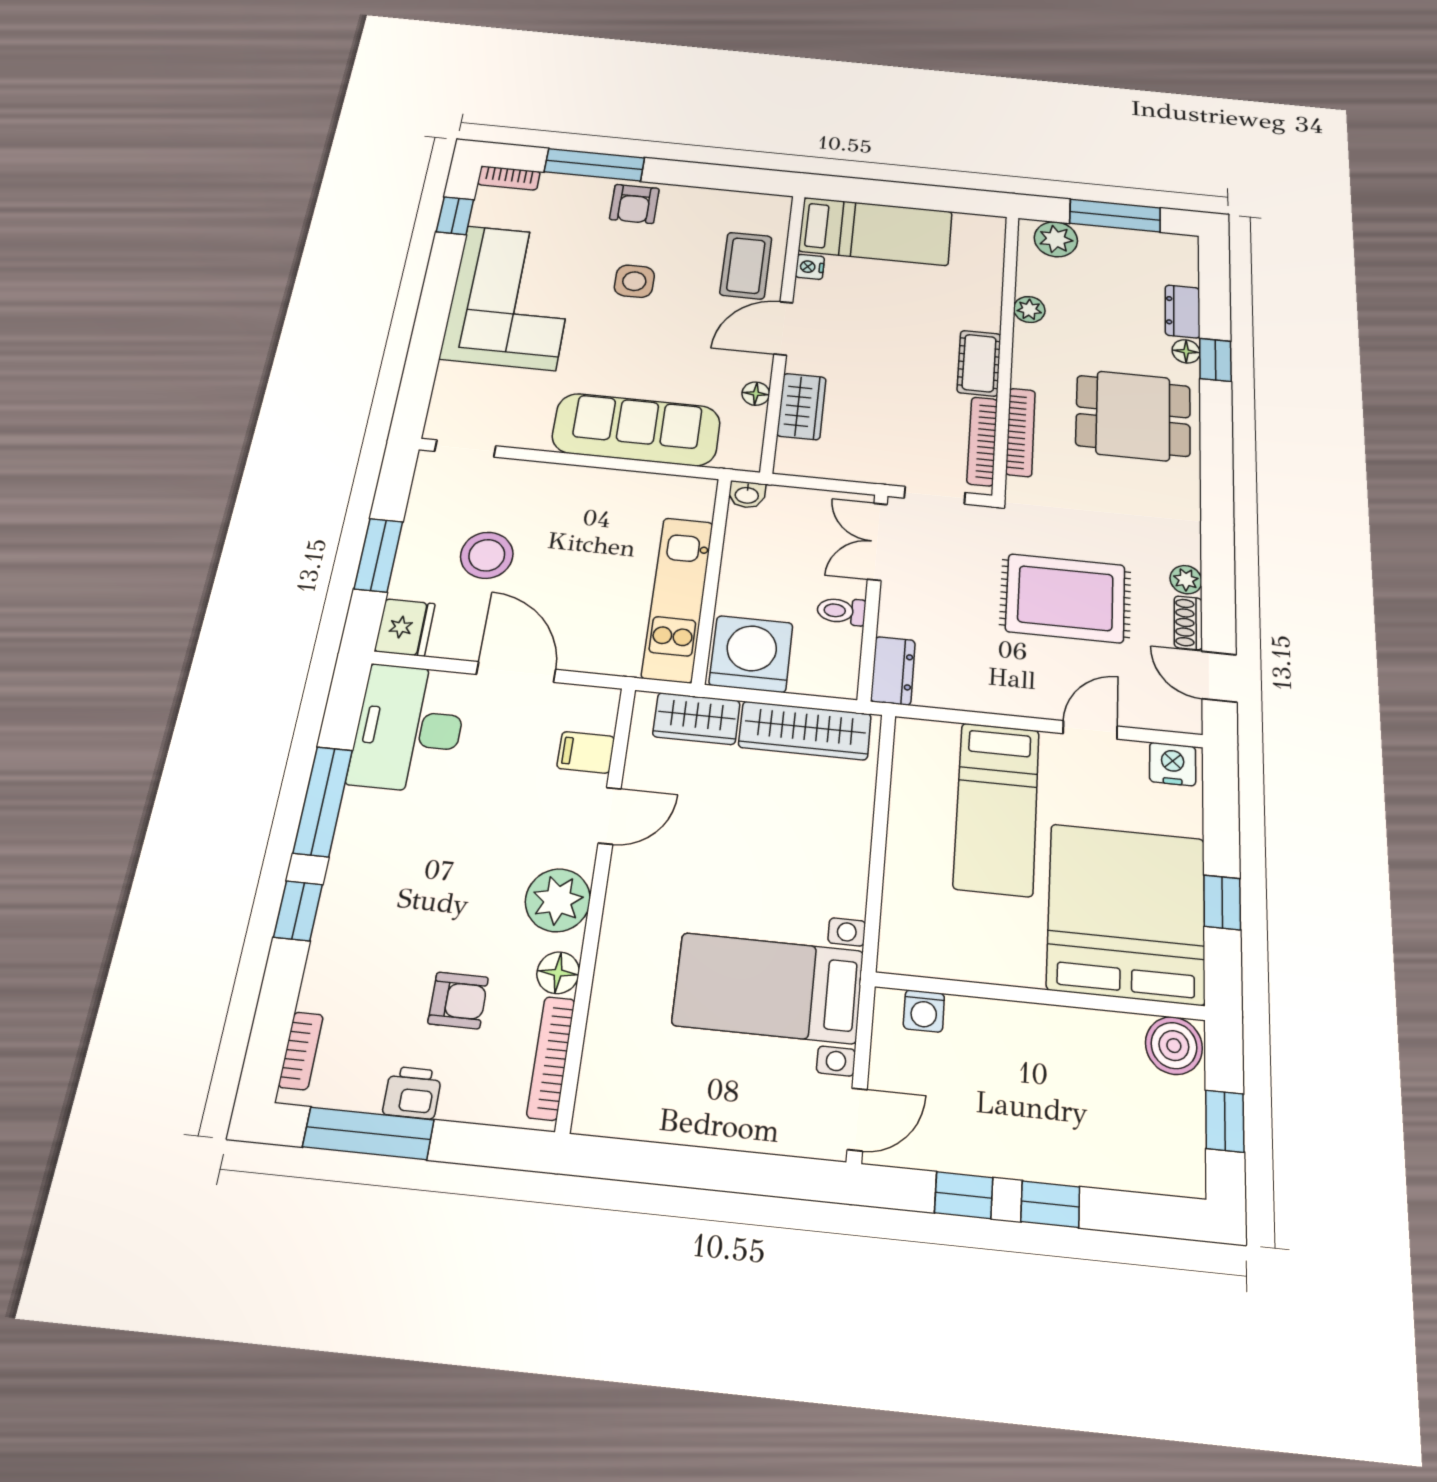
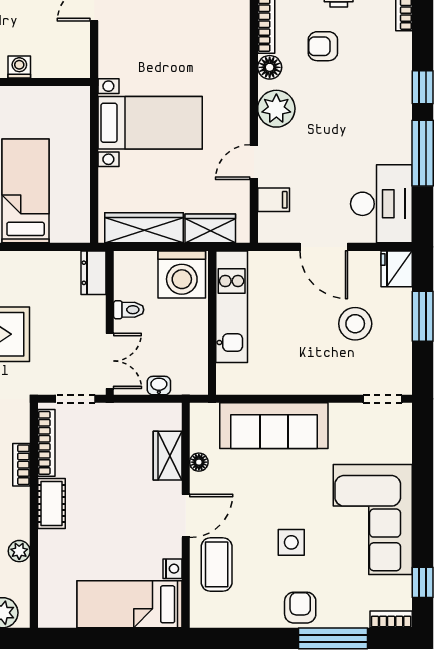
bookcase: (1020, 432) -> (21, 465), width x0.64
washbasin: (747, 495) -> (159, 386), moved
bed with nightstands: (768, 988) -> (150, 123), moved
washing machine: (924, 1011) -> (19, 67), moved

